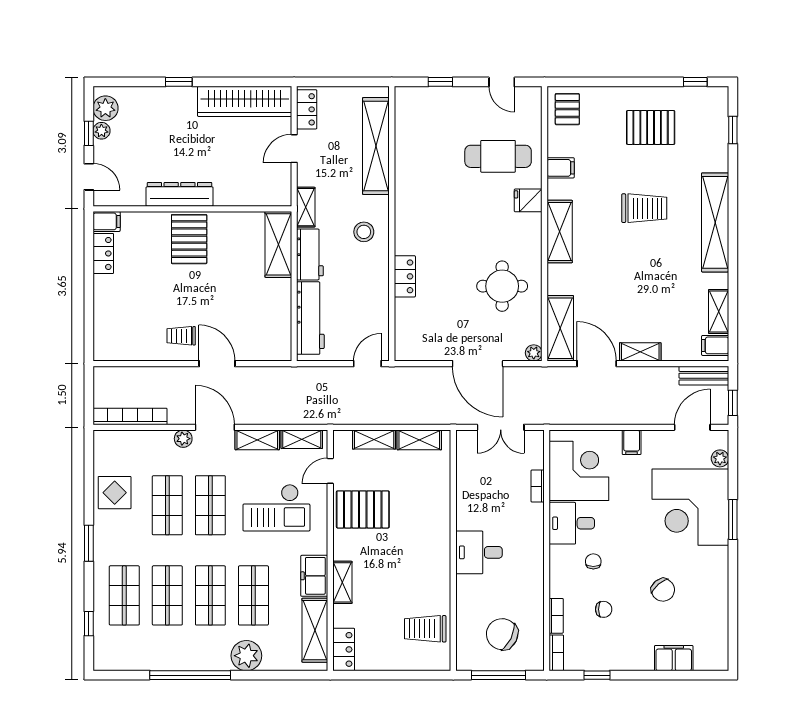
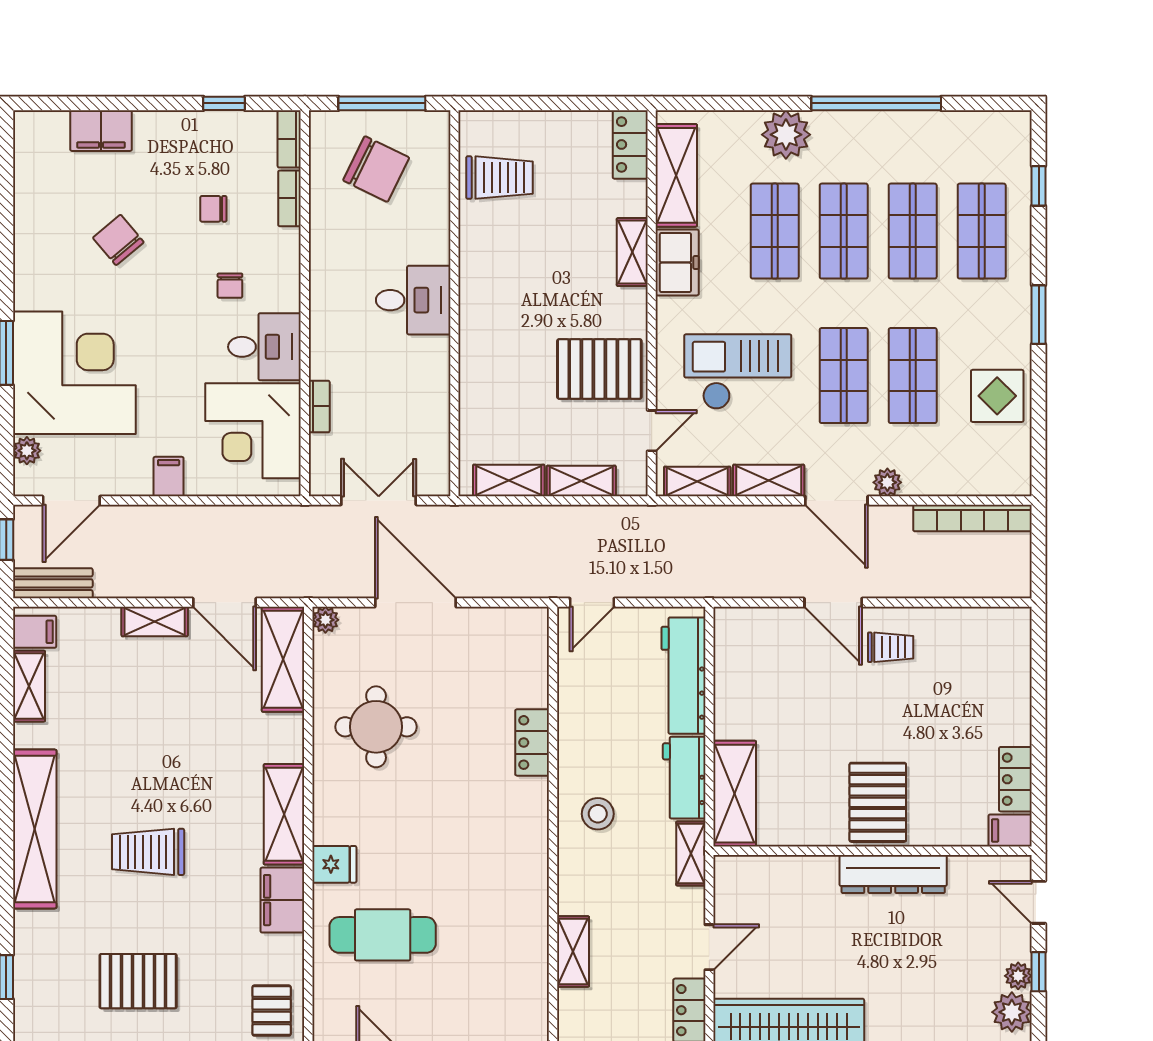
shelving: (376, 146) -> (573, 951), width x0.45, depth x0.75
filing cabinet: (561, 168) -> (282, 900), width x2.00

